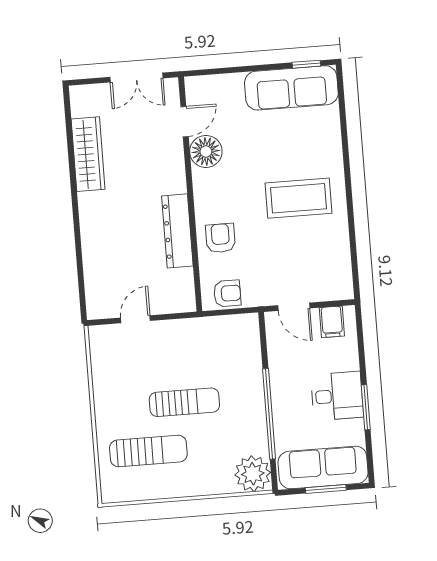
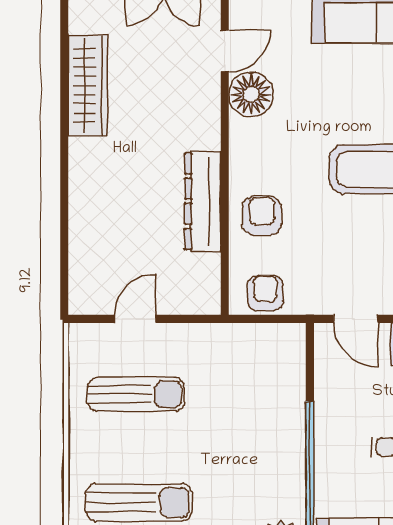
armchair: (227, 293) -> (265, 293), turned -90
sun lounger: (184, 402) -> (136, 394), moved

